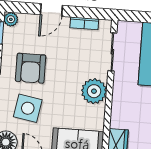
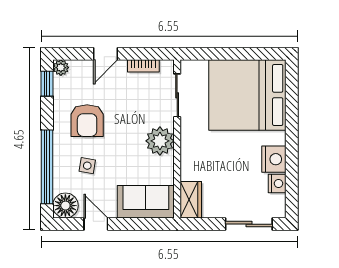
side table: (28, 108) -> (87, 166), width x0.54, depth x0.54

